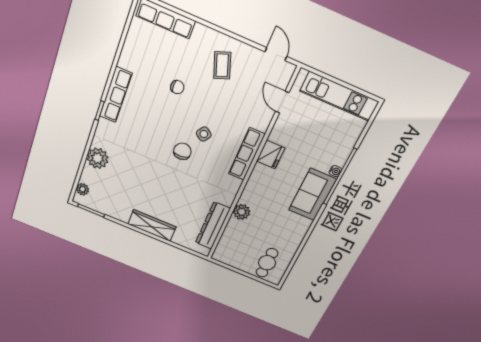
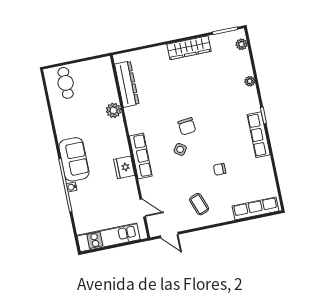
plant: (98, 158) -> (250, 81), width x0.53, depth x0.53
wardrobe: (152, 226) -> (189, 48), moved

